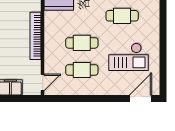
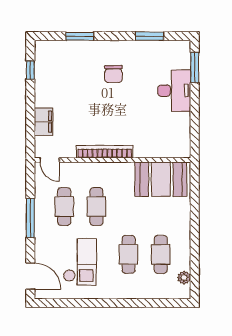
checkout: (128, 57) -> (80, 262), turned 180
window: (91, 99) -> (30, 218), added

